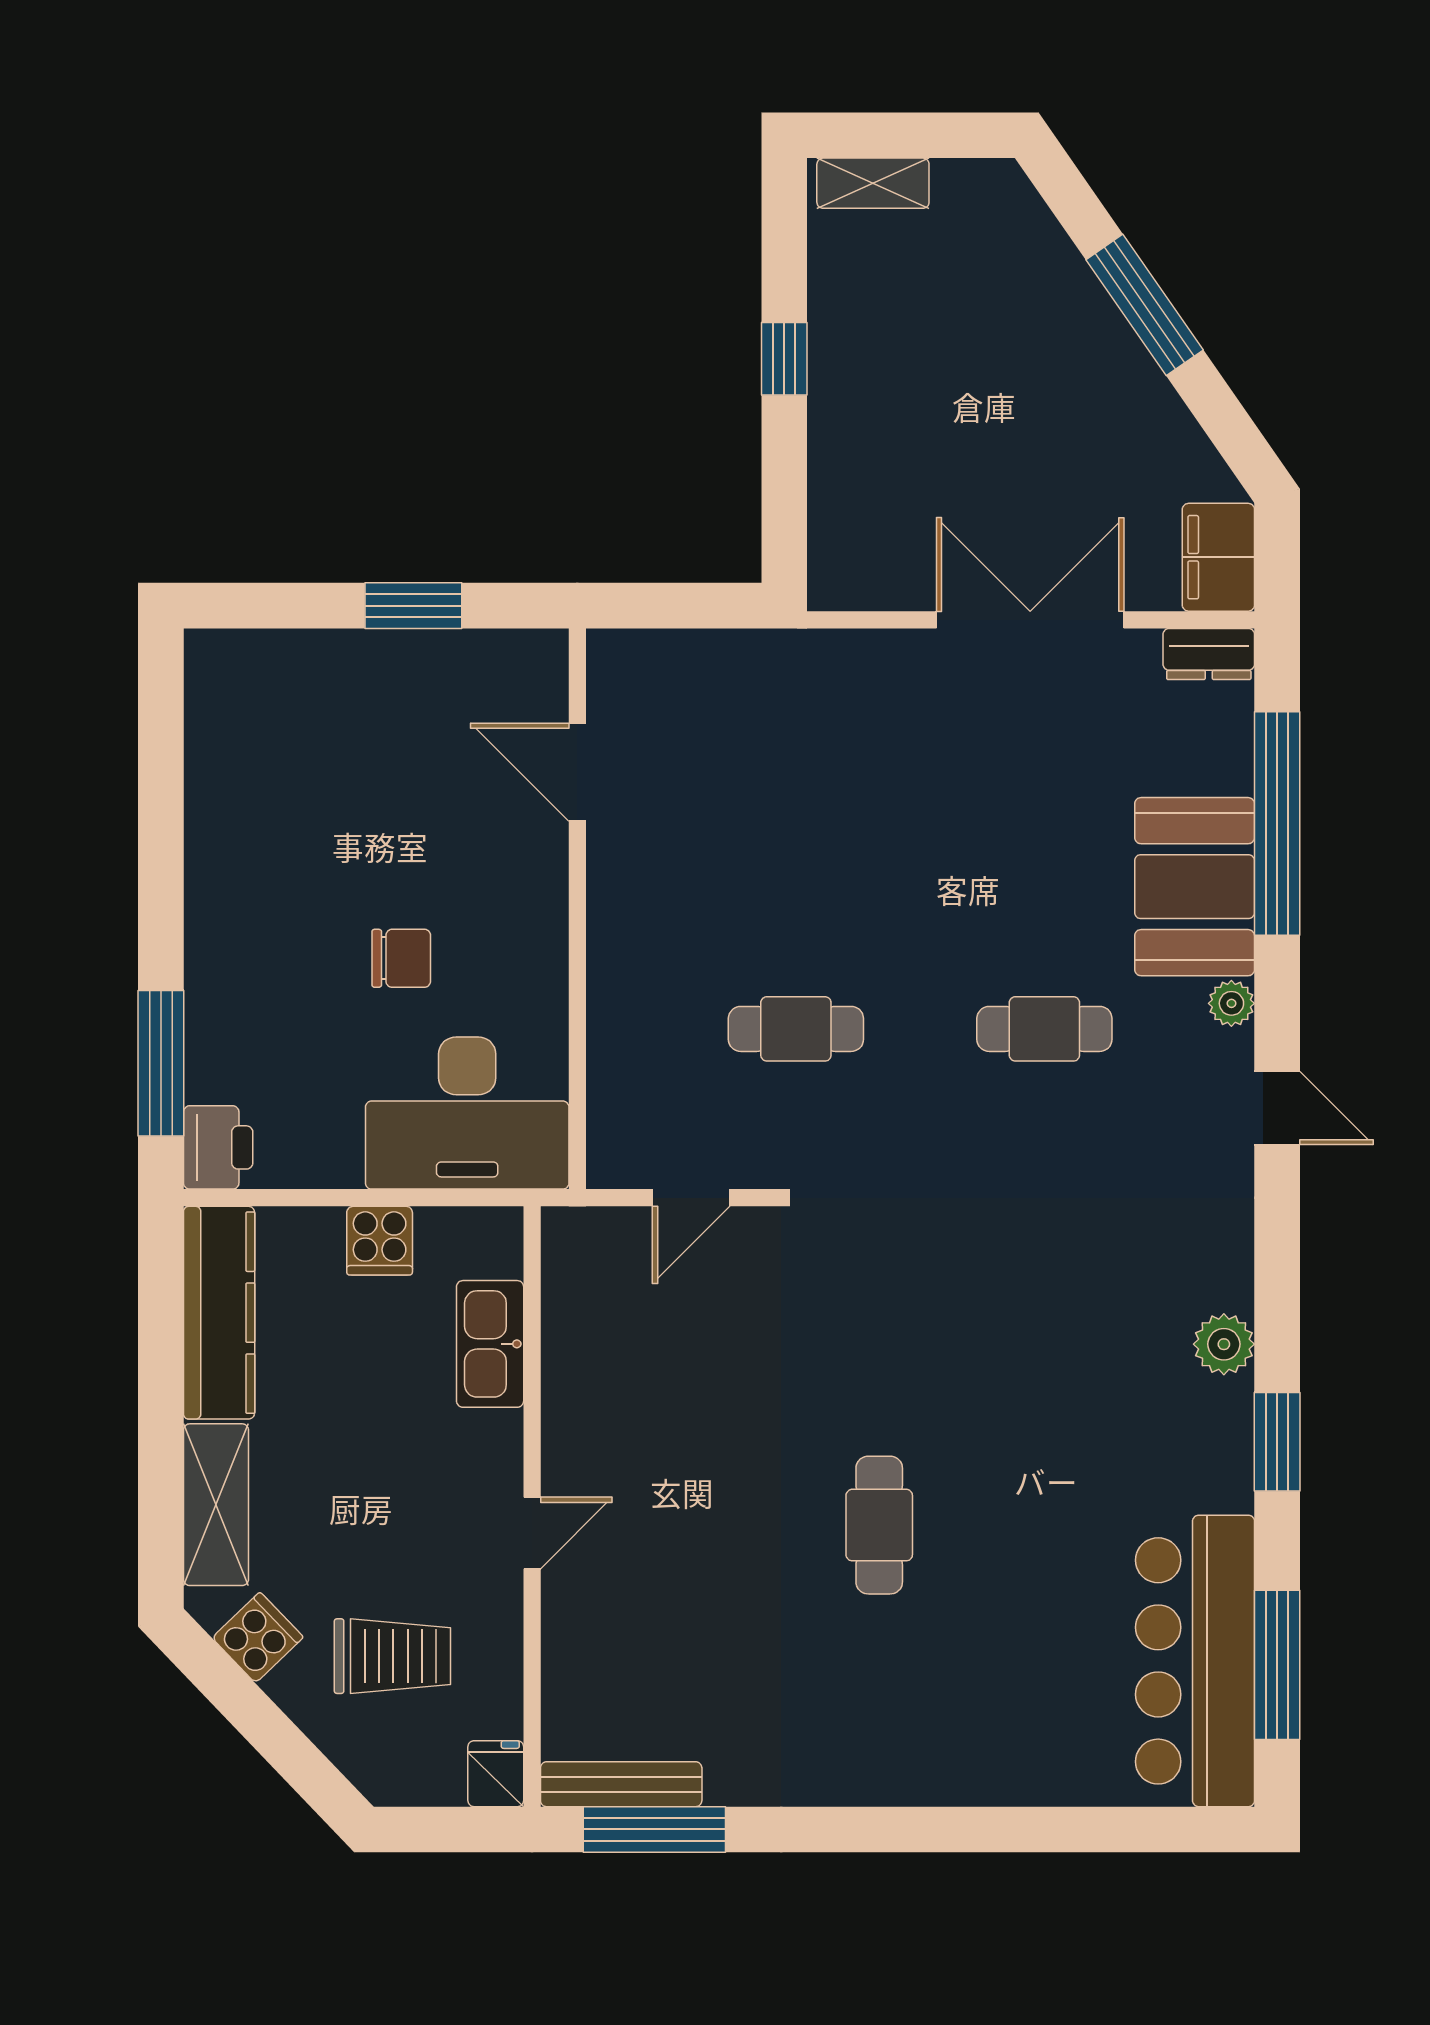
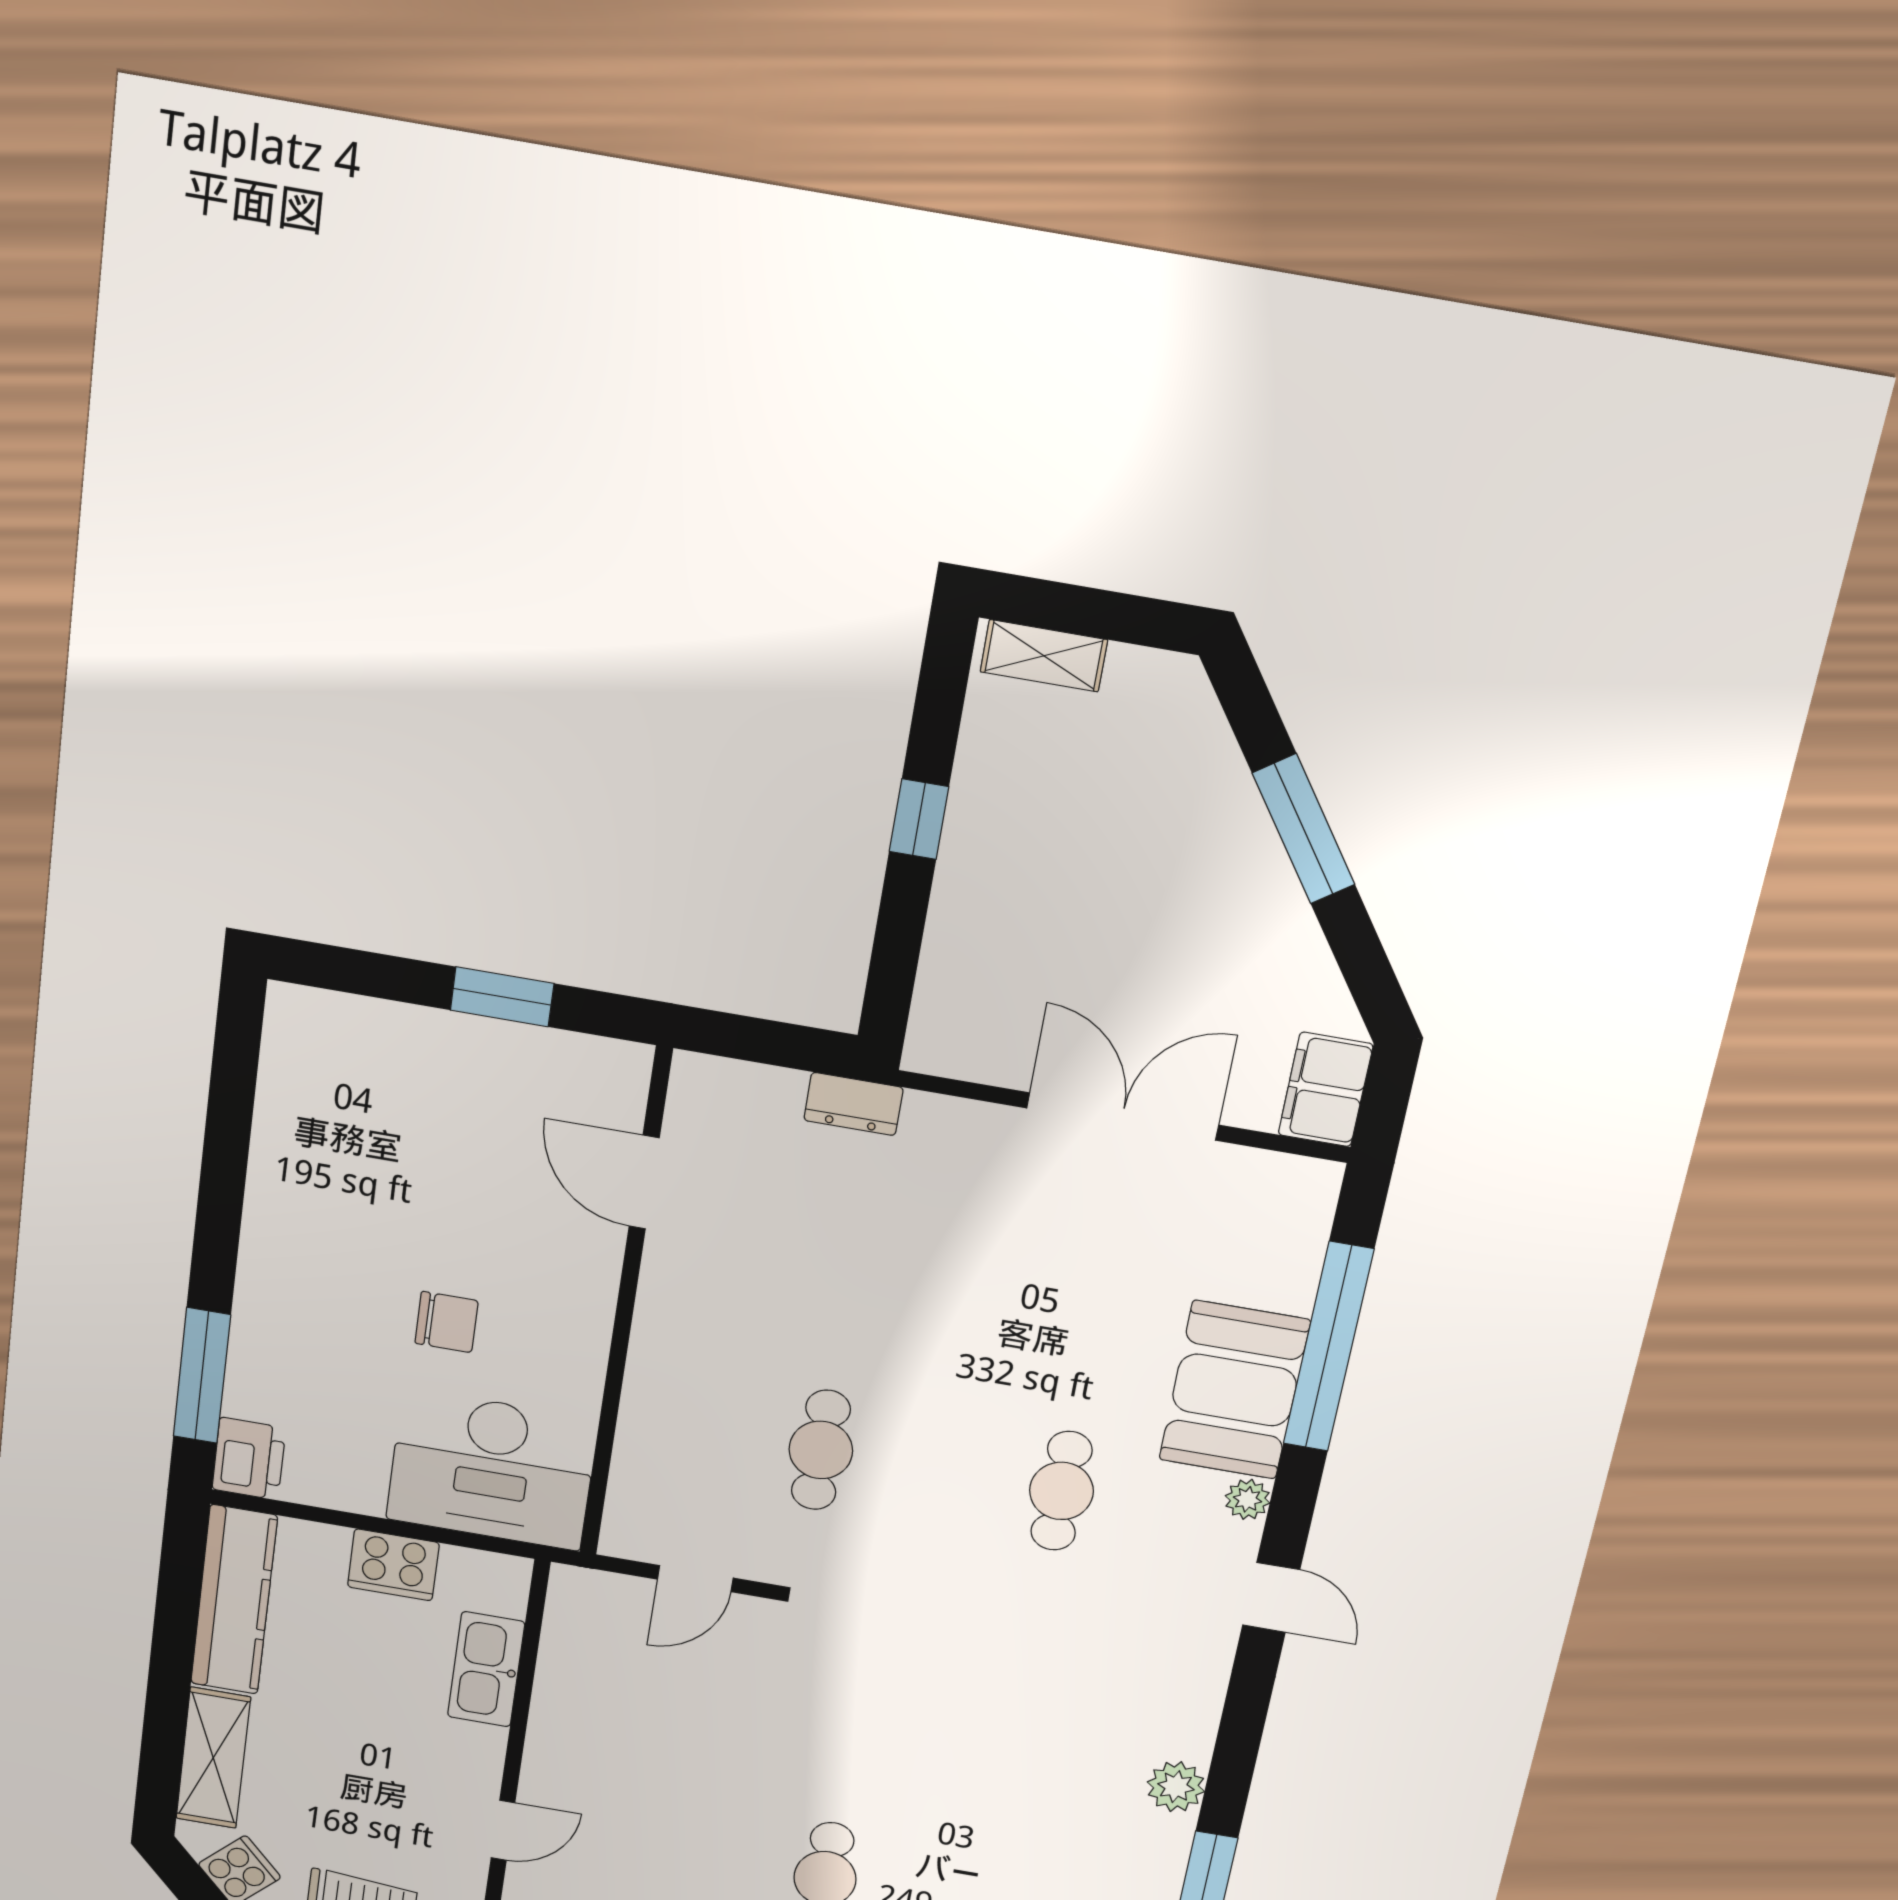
dresser: (1209, 654) -> (854, 1104), moved
cafe table: (796, 1029) -> (821, 1450), turned 90
cafe table: (1044, 1029) -> (1061, 1491), turned 90
cooker: (380, 1241) -> (393, 1565), width x1.36

